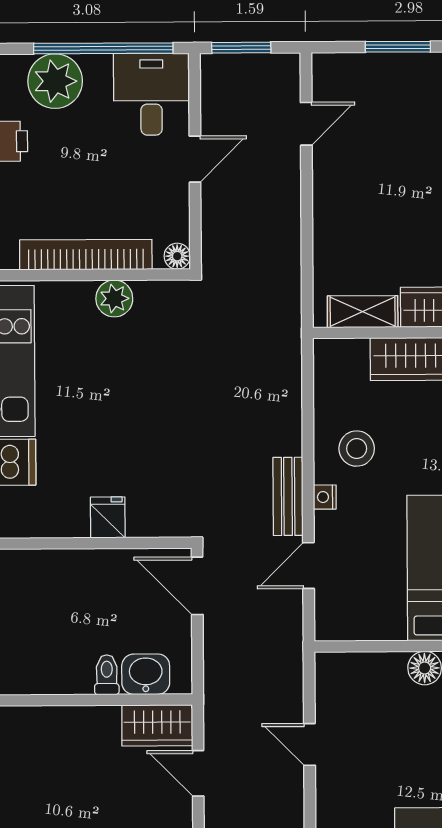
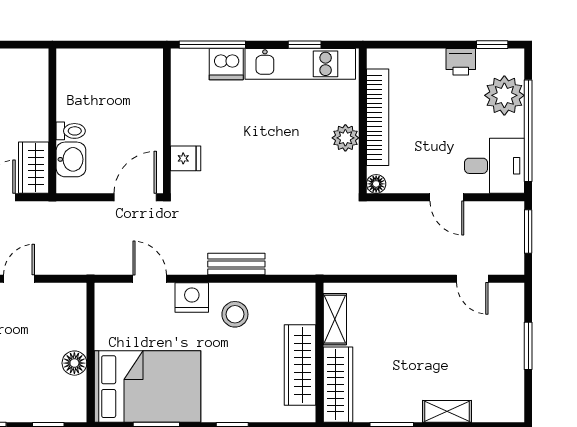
bench: (288, 496) -> (236, 264), moved
nightstand: (325, 497) -> (192, 297), width x1.89, depth x1.79
fridge: (108, 517) -> (186, 158), moved

